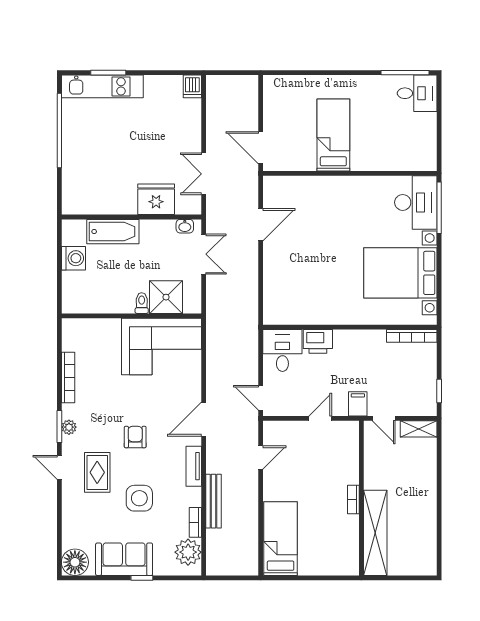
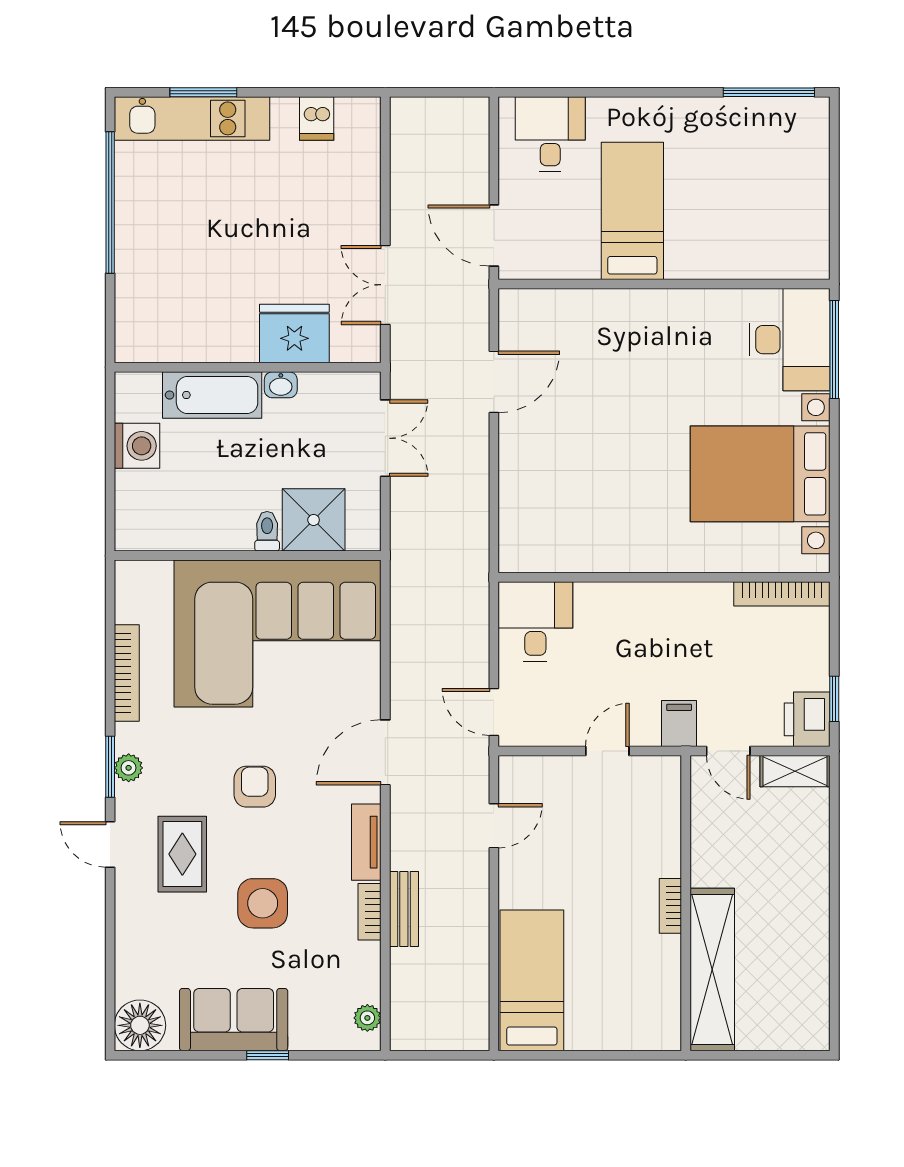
dishwasher: (192, 86) -> (317, 119), moved
desk: (417, 93) -> (550, 134), moved, turned -90
washbasin: (185, 226) -> (281, 385), moved
printer: (318, 341) -> (807, 719), moved, turned 90
corner sofa: (162, 346) -> (278, 634), width x1.36, depth x1.36
bench: (213, 501) -> (404, 909), width x0.73
bookcase: (195, 522) -> (370, 912), moved
plant: (188, 552) -> (367, 1018), width x0.53, depth x0.53

